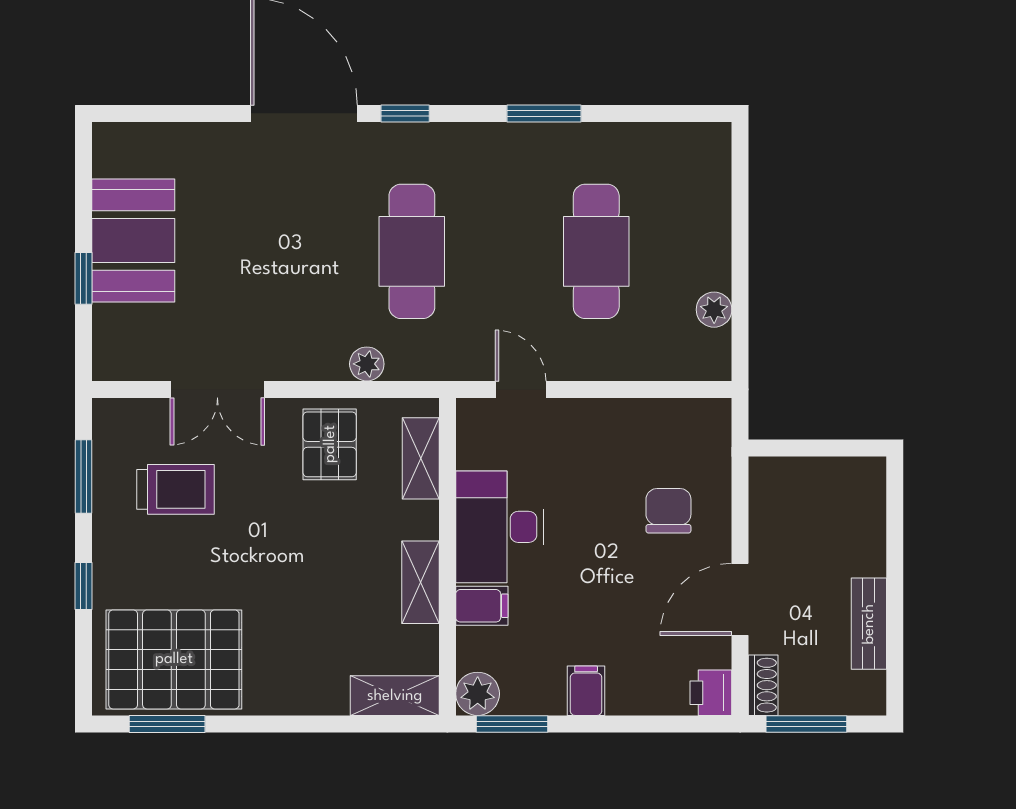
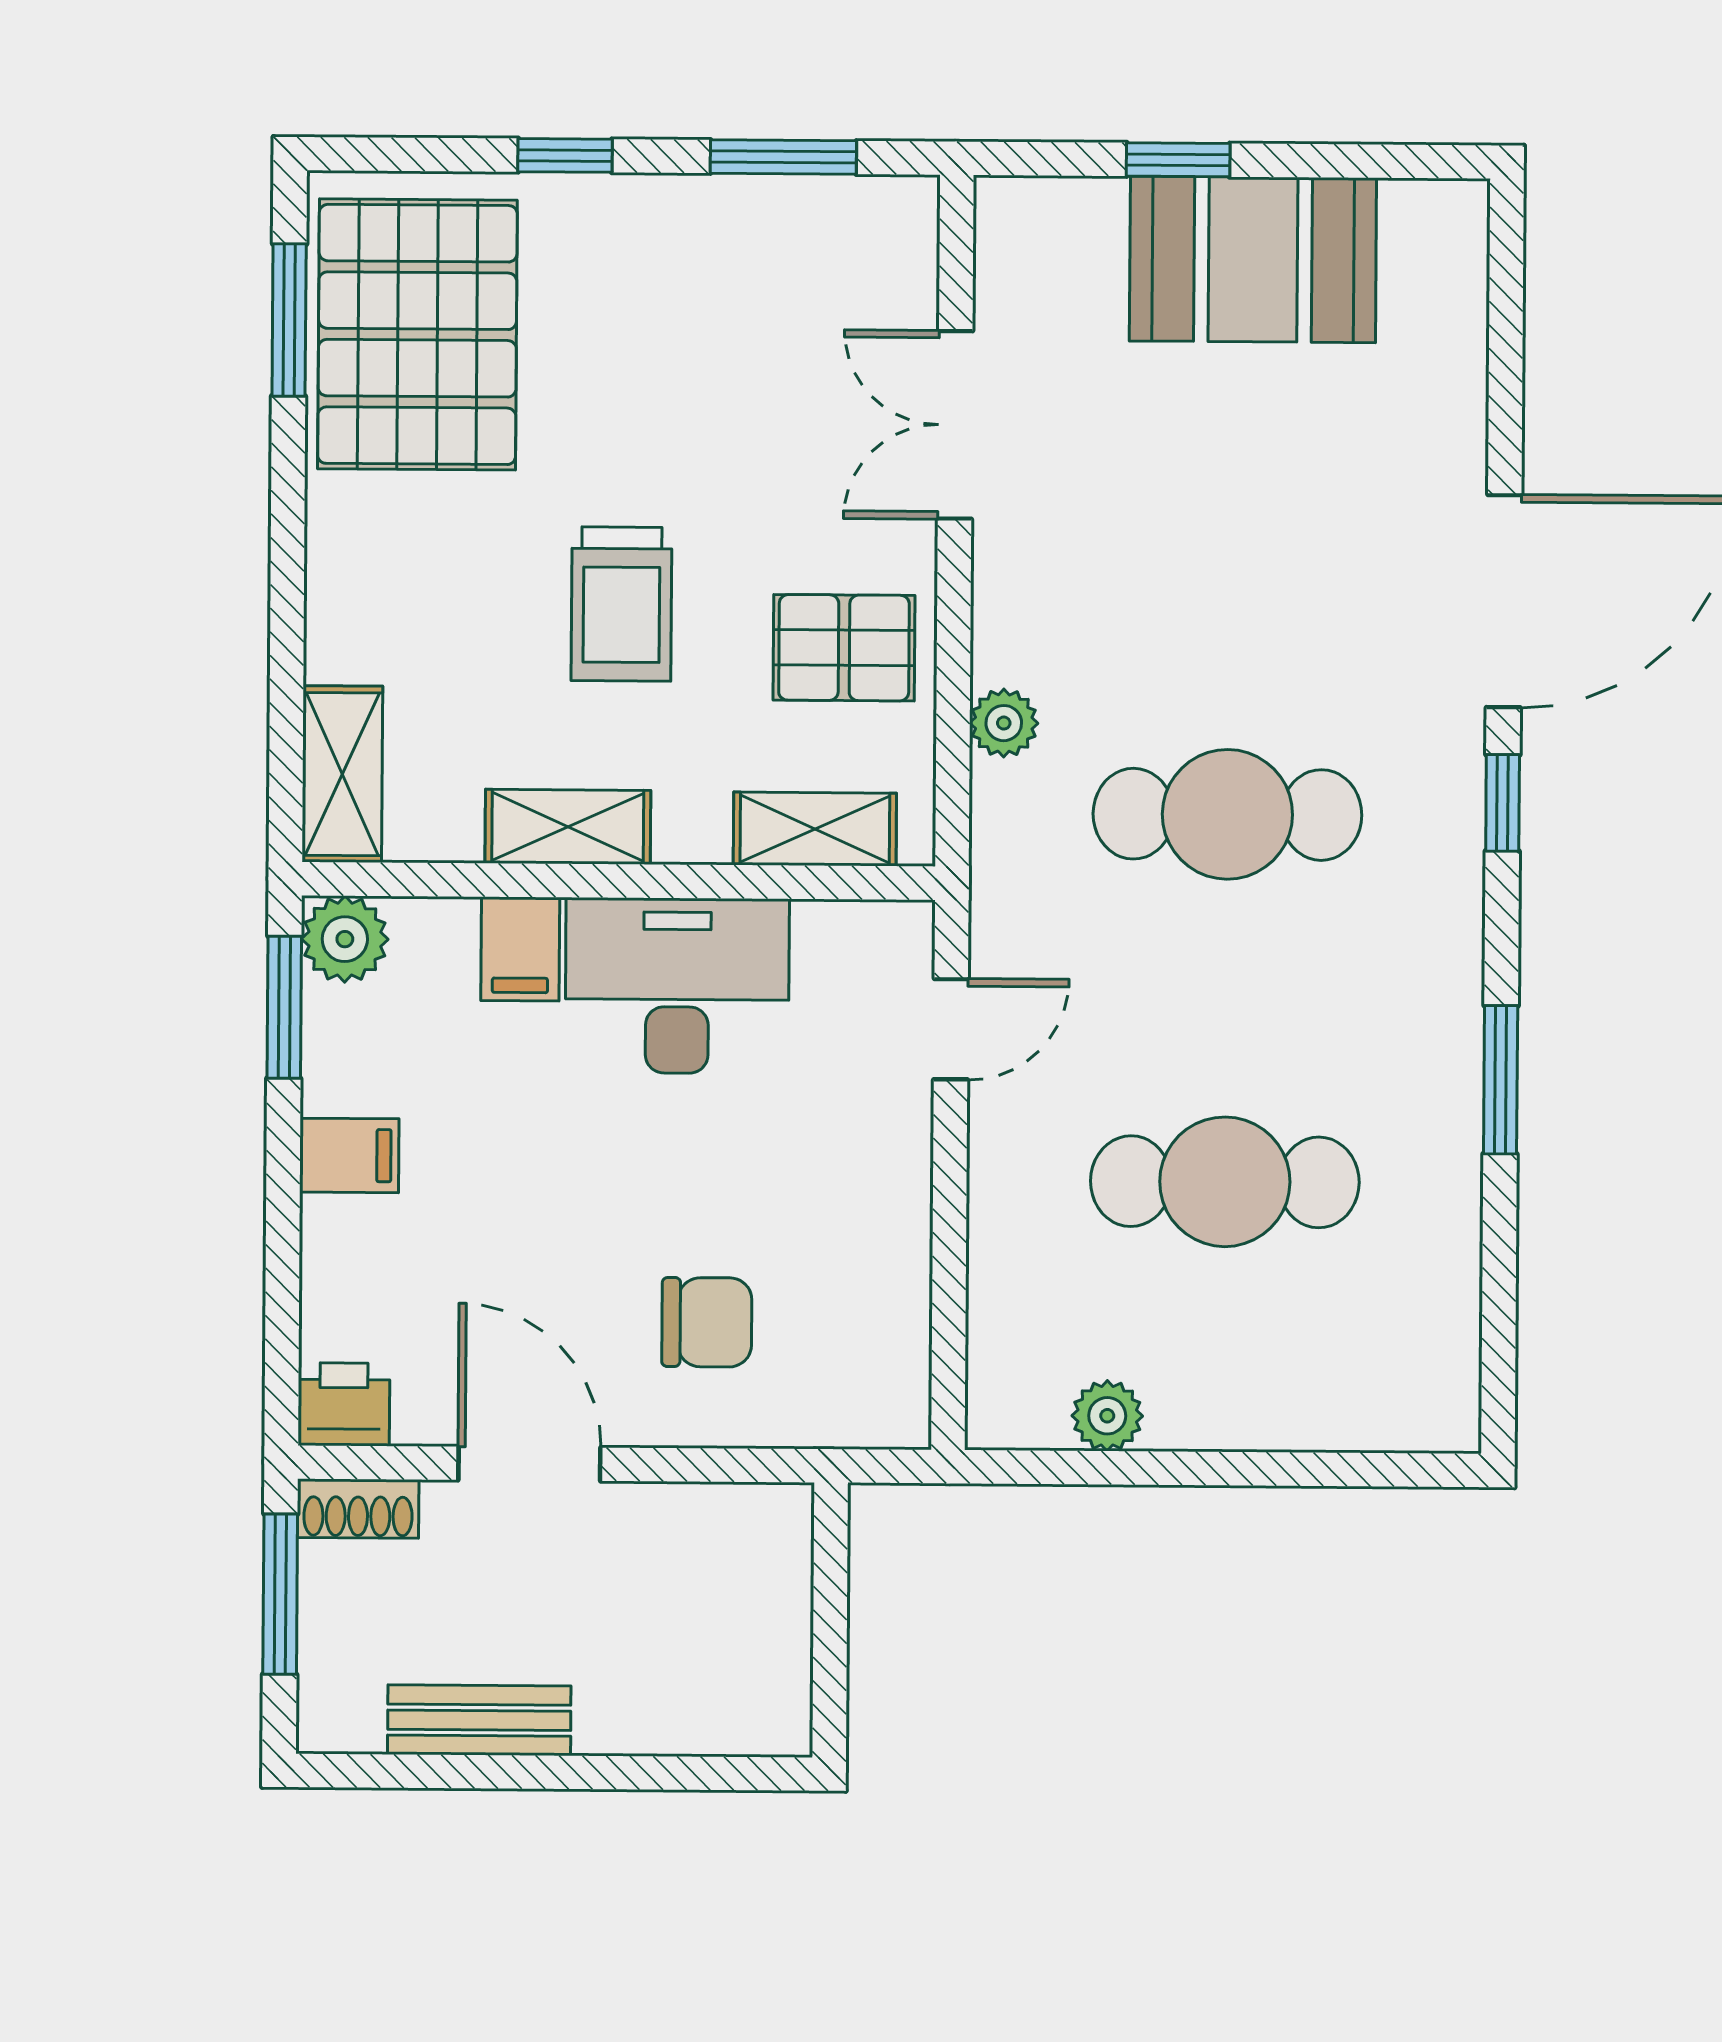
trolley: (175, 489) -> (621, 604), moved

